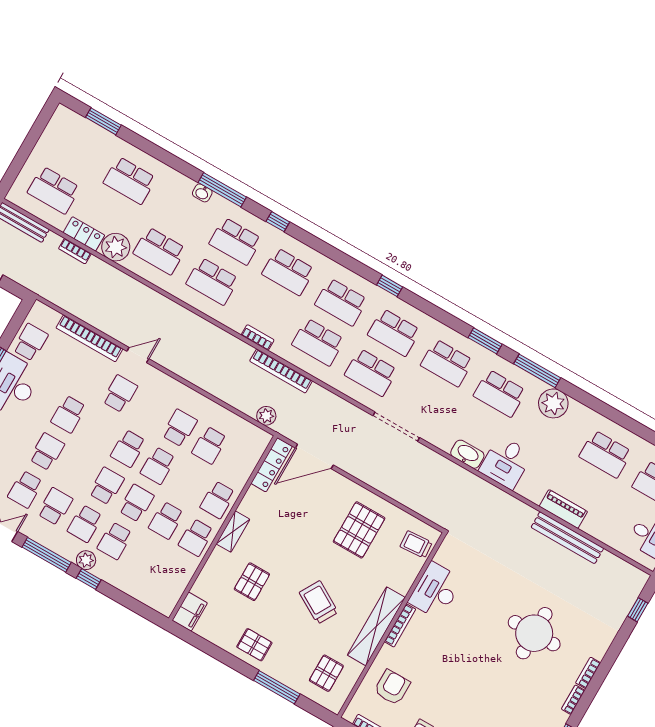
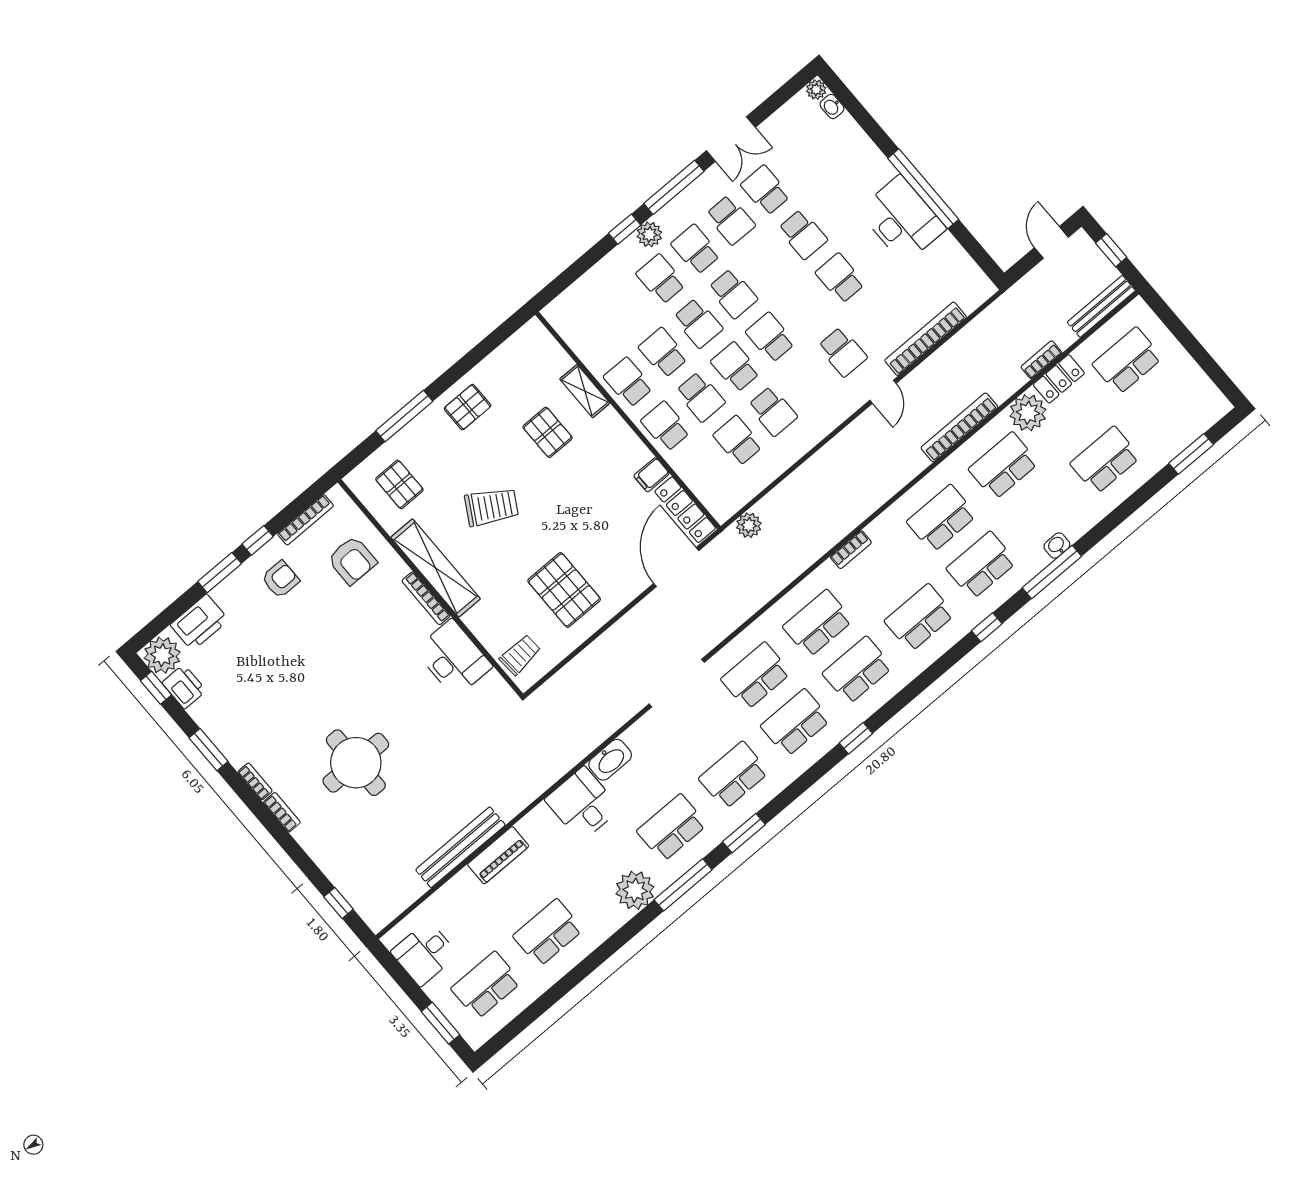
school desk: (30, 342) -> (700, 397), moved
bookcase: (281, 371) -> (959, 427), moved
shelving: (233, 532) -> (585, 391), moved
filing cabinet: (190, 612) -> (652, 475), moved, width x0.50

